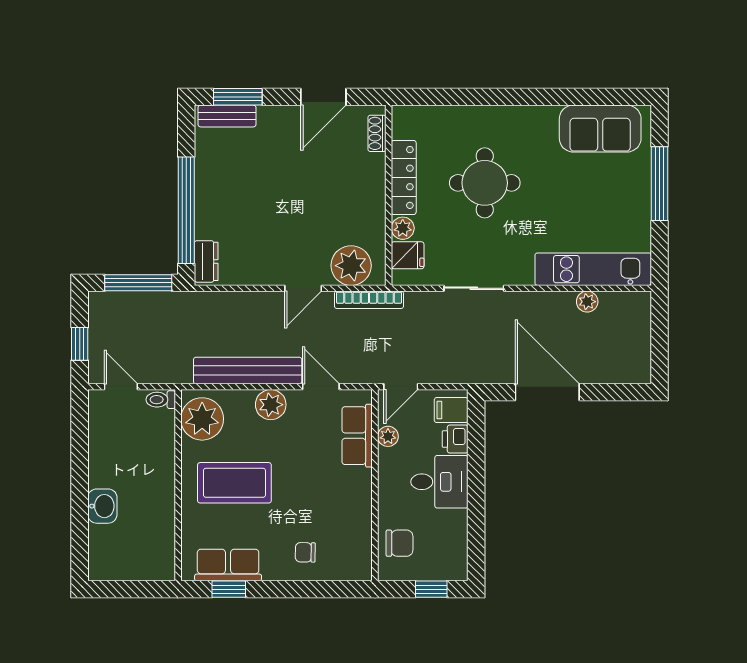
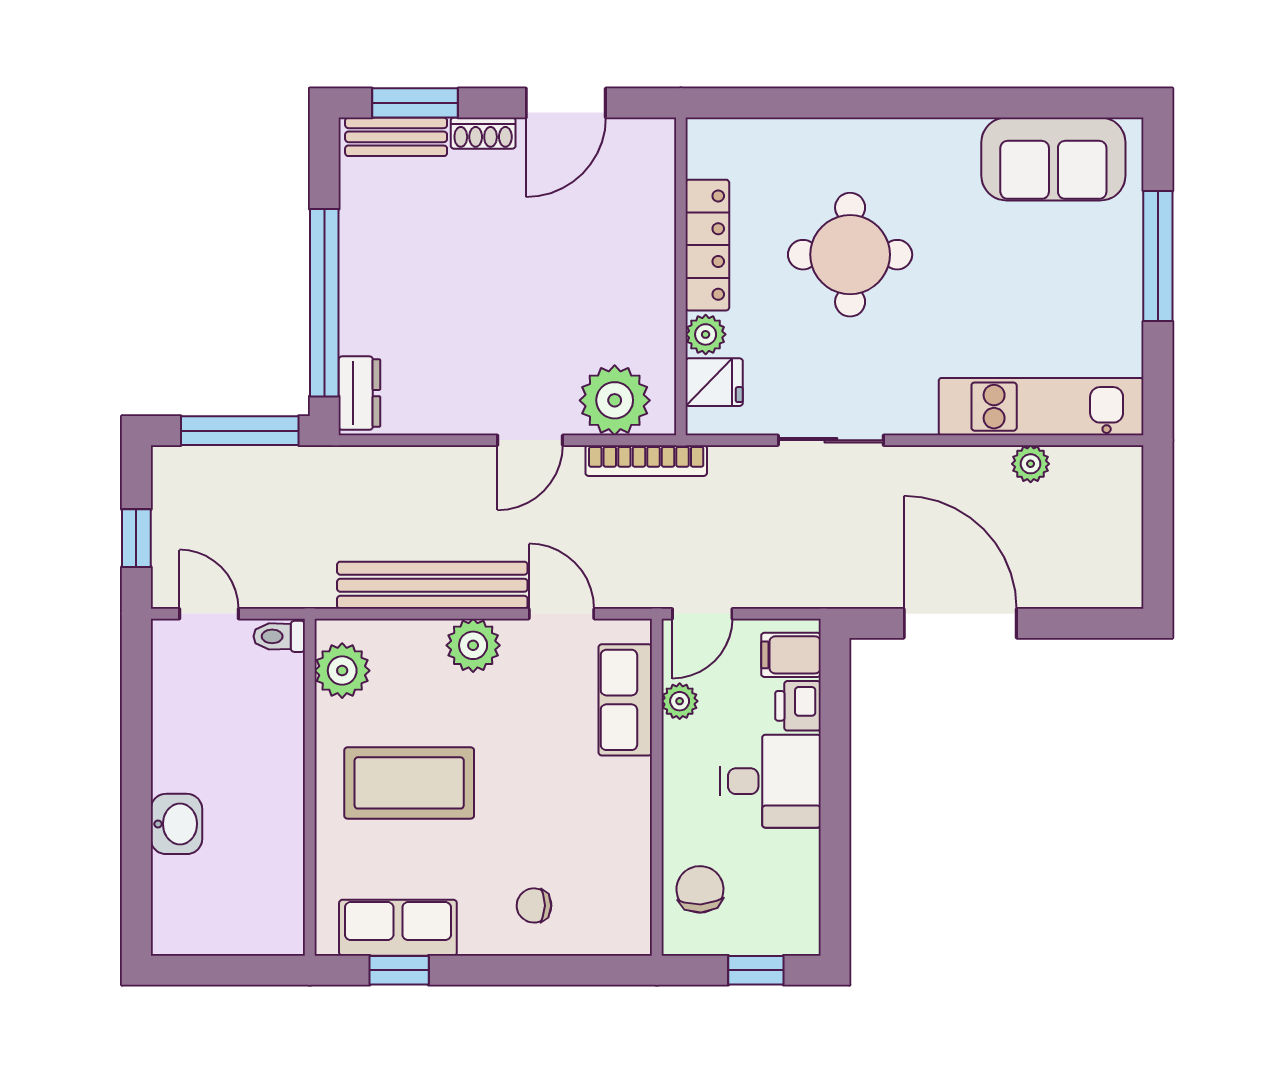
shoe rack: (377, 133) -> (483, 133), moved, turned -90
plant: (202, 419) -> (342, 671), width x0.73, depth x0.73
chair: (400, 543) -> (700, 889), turned -93

